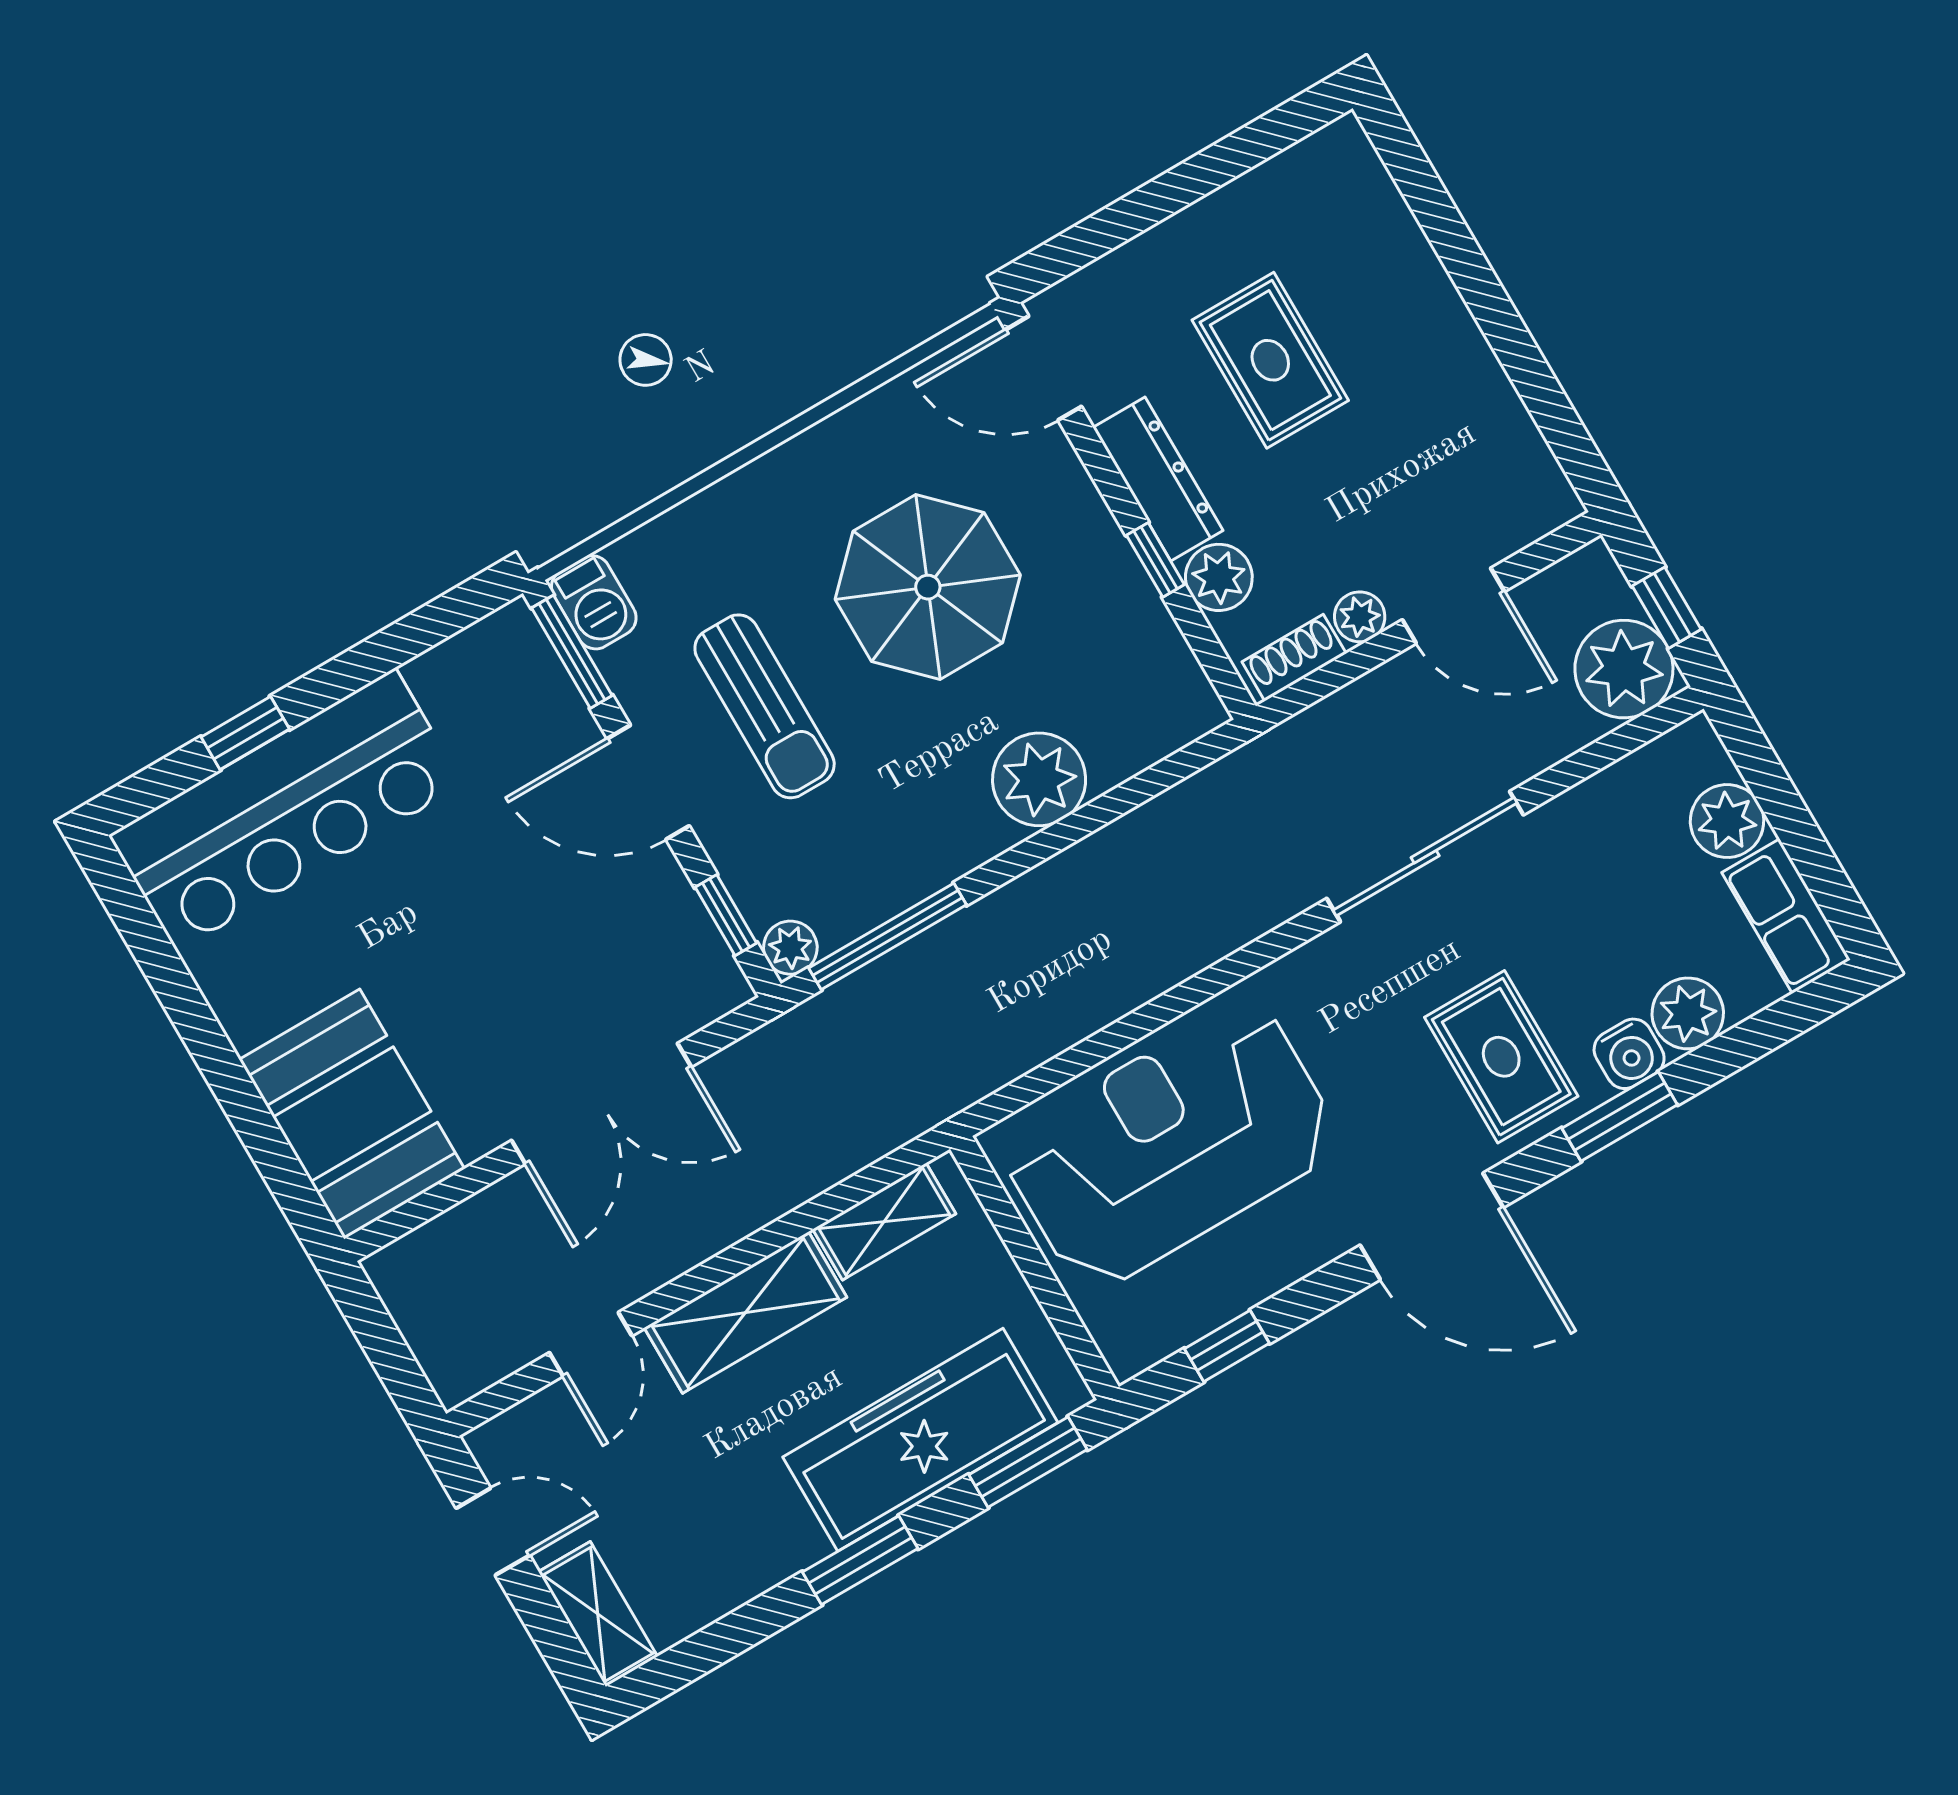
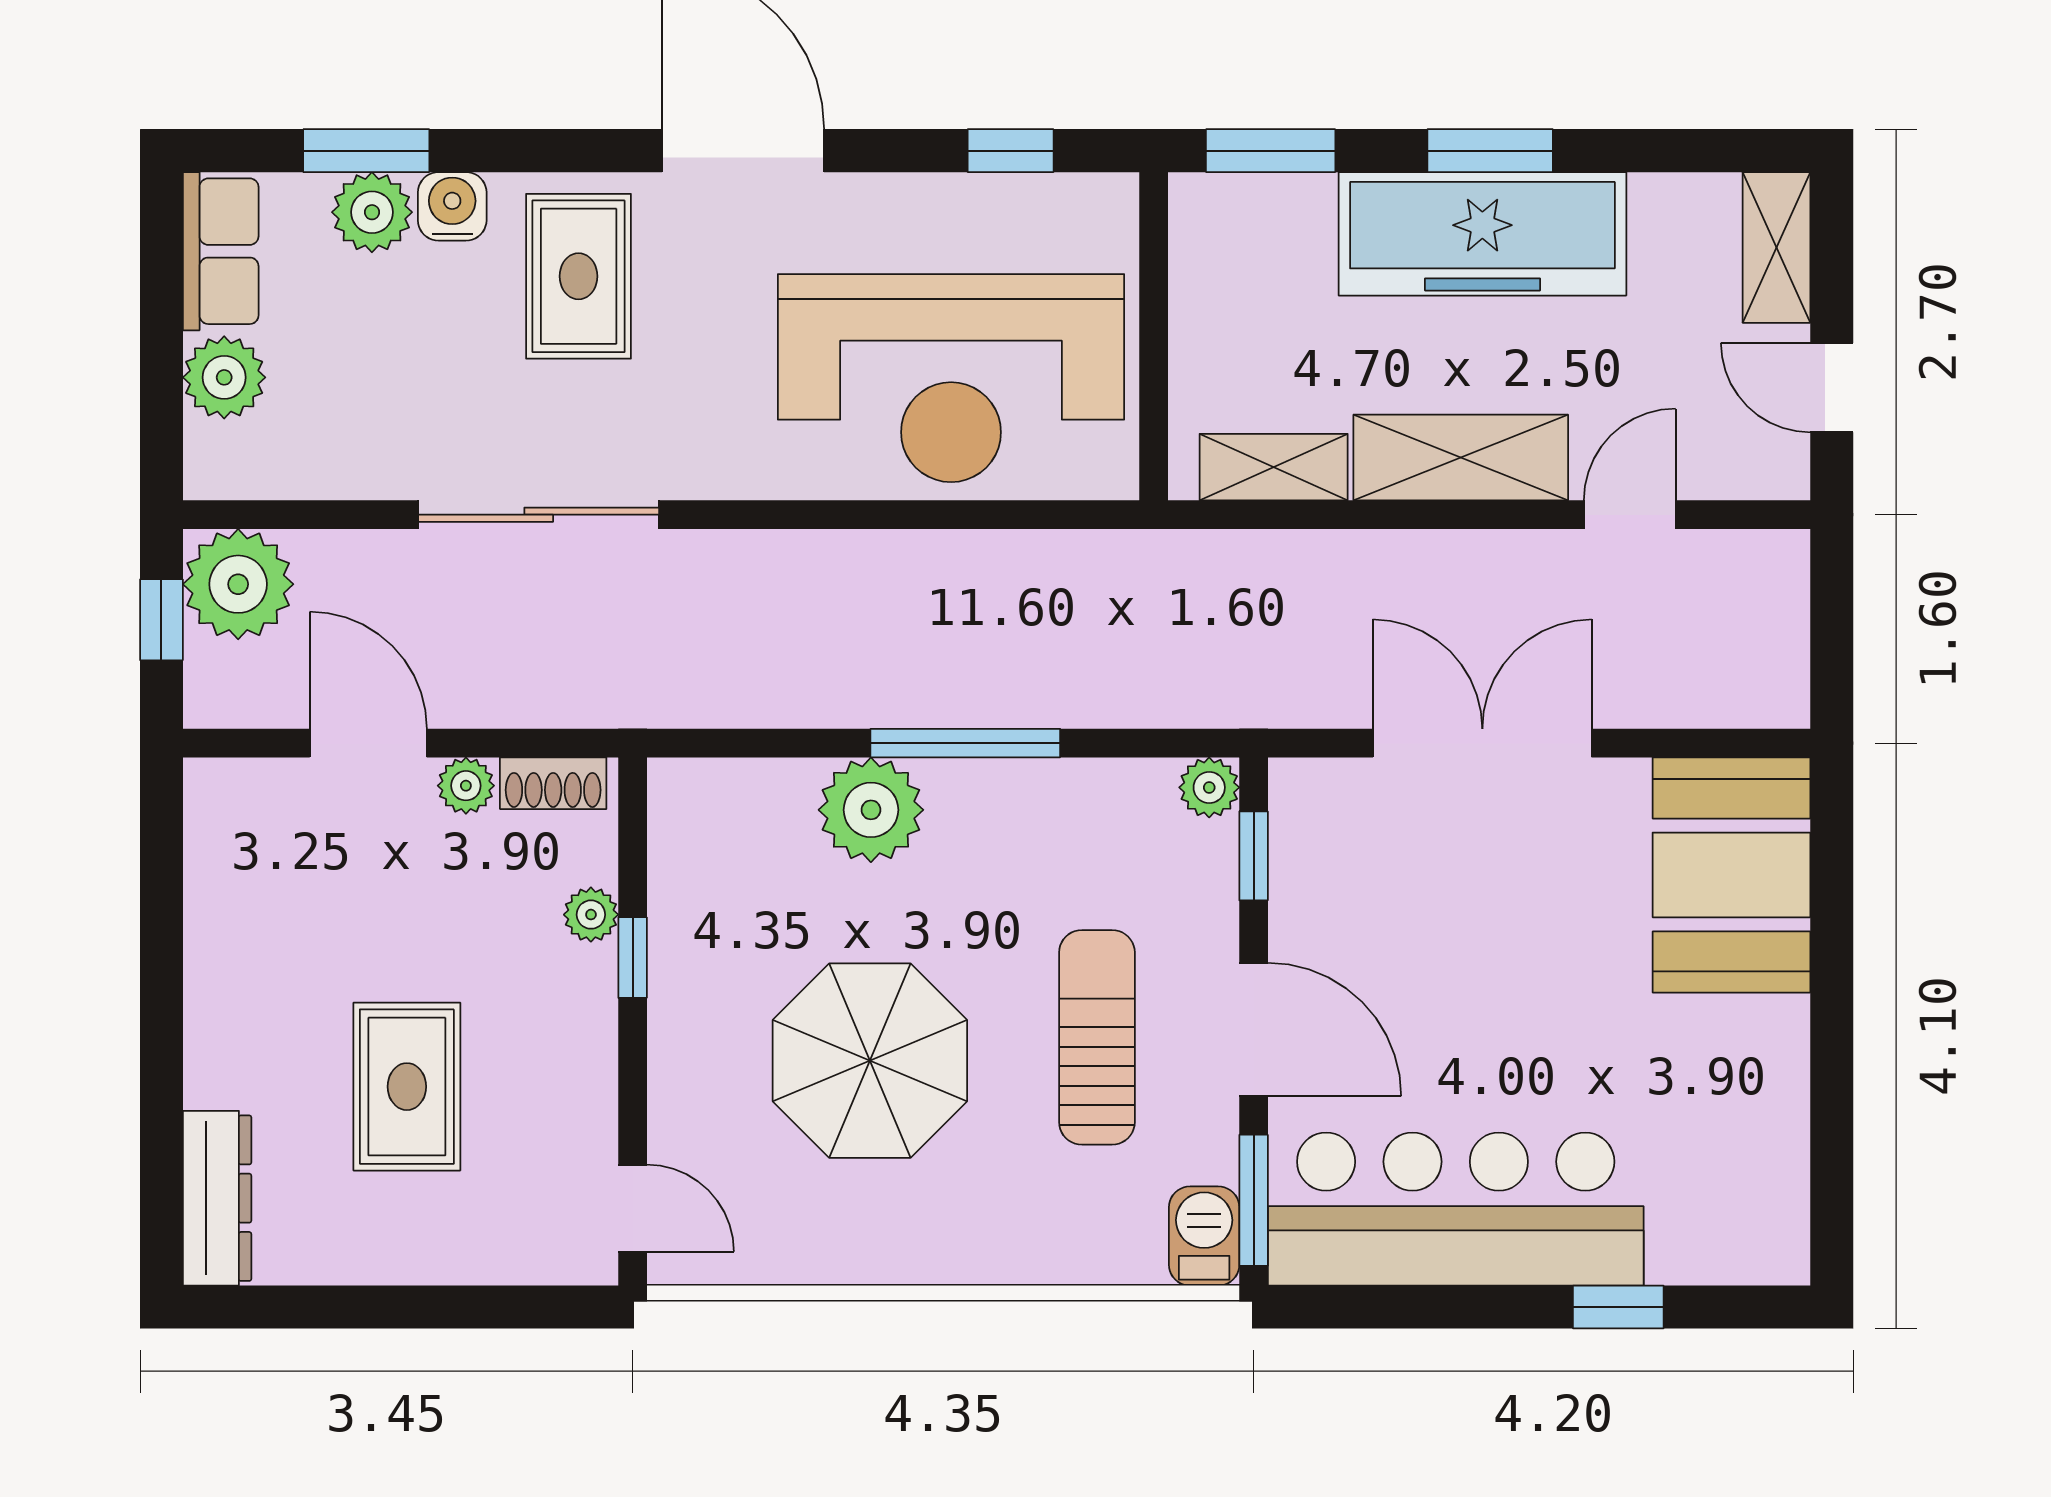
door: (1043, 368) -> (633, 1208), width x0.73
dresser: (1158, 479) -> (217, 1198), moved, turned 180
plant: (1219, 577) -> (591, 915), width x0.73, depth x0.73
bar counter: (286, 810) -> (1456, 1209), moved
window: (887, 936) -> (965, 743), moved
window: (1620, 1116) -> (366, 151), moved
freezer: (920, 1440) -> (1482, 234), moved

